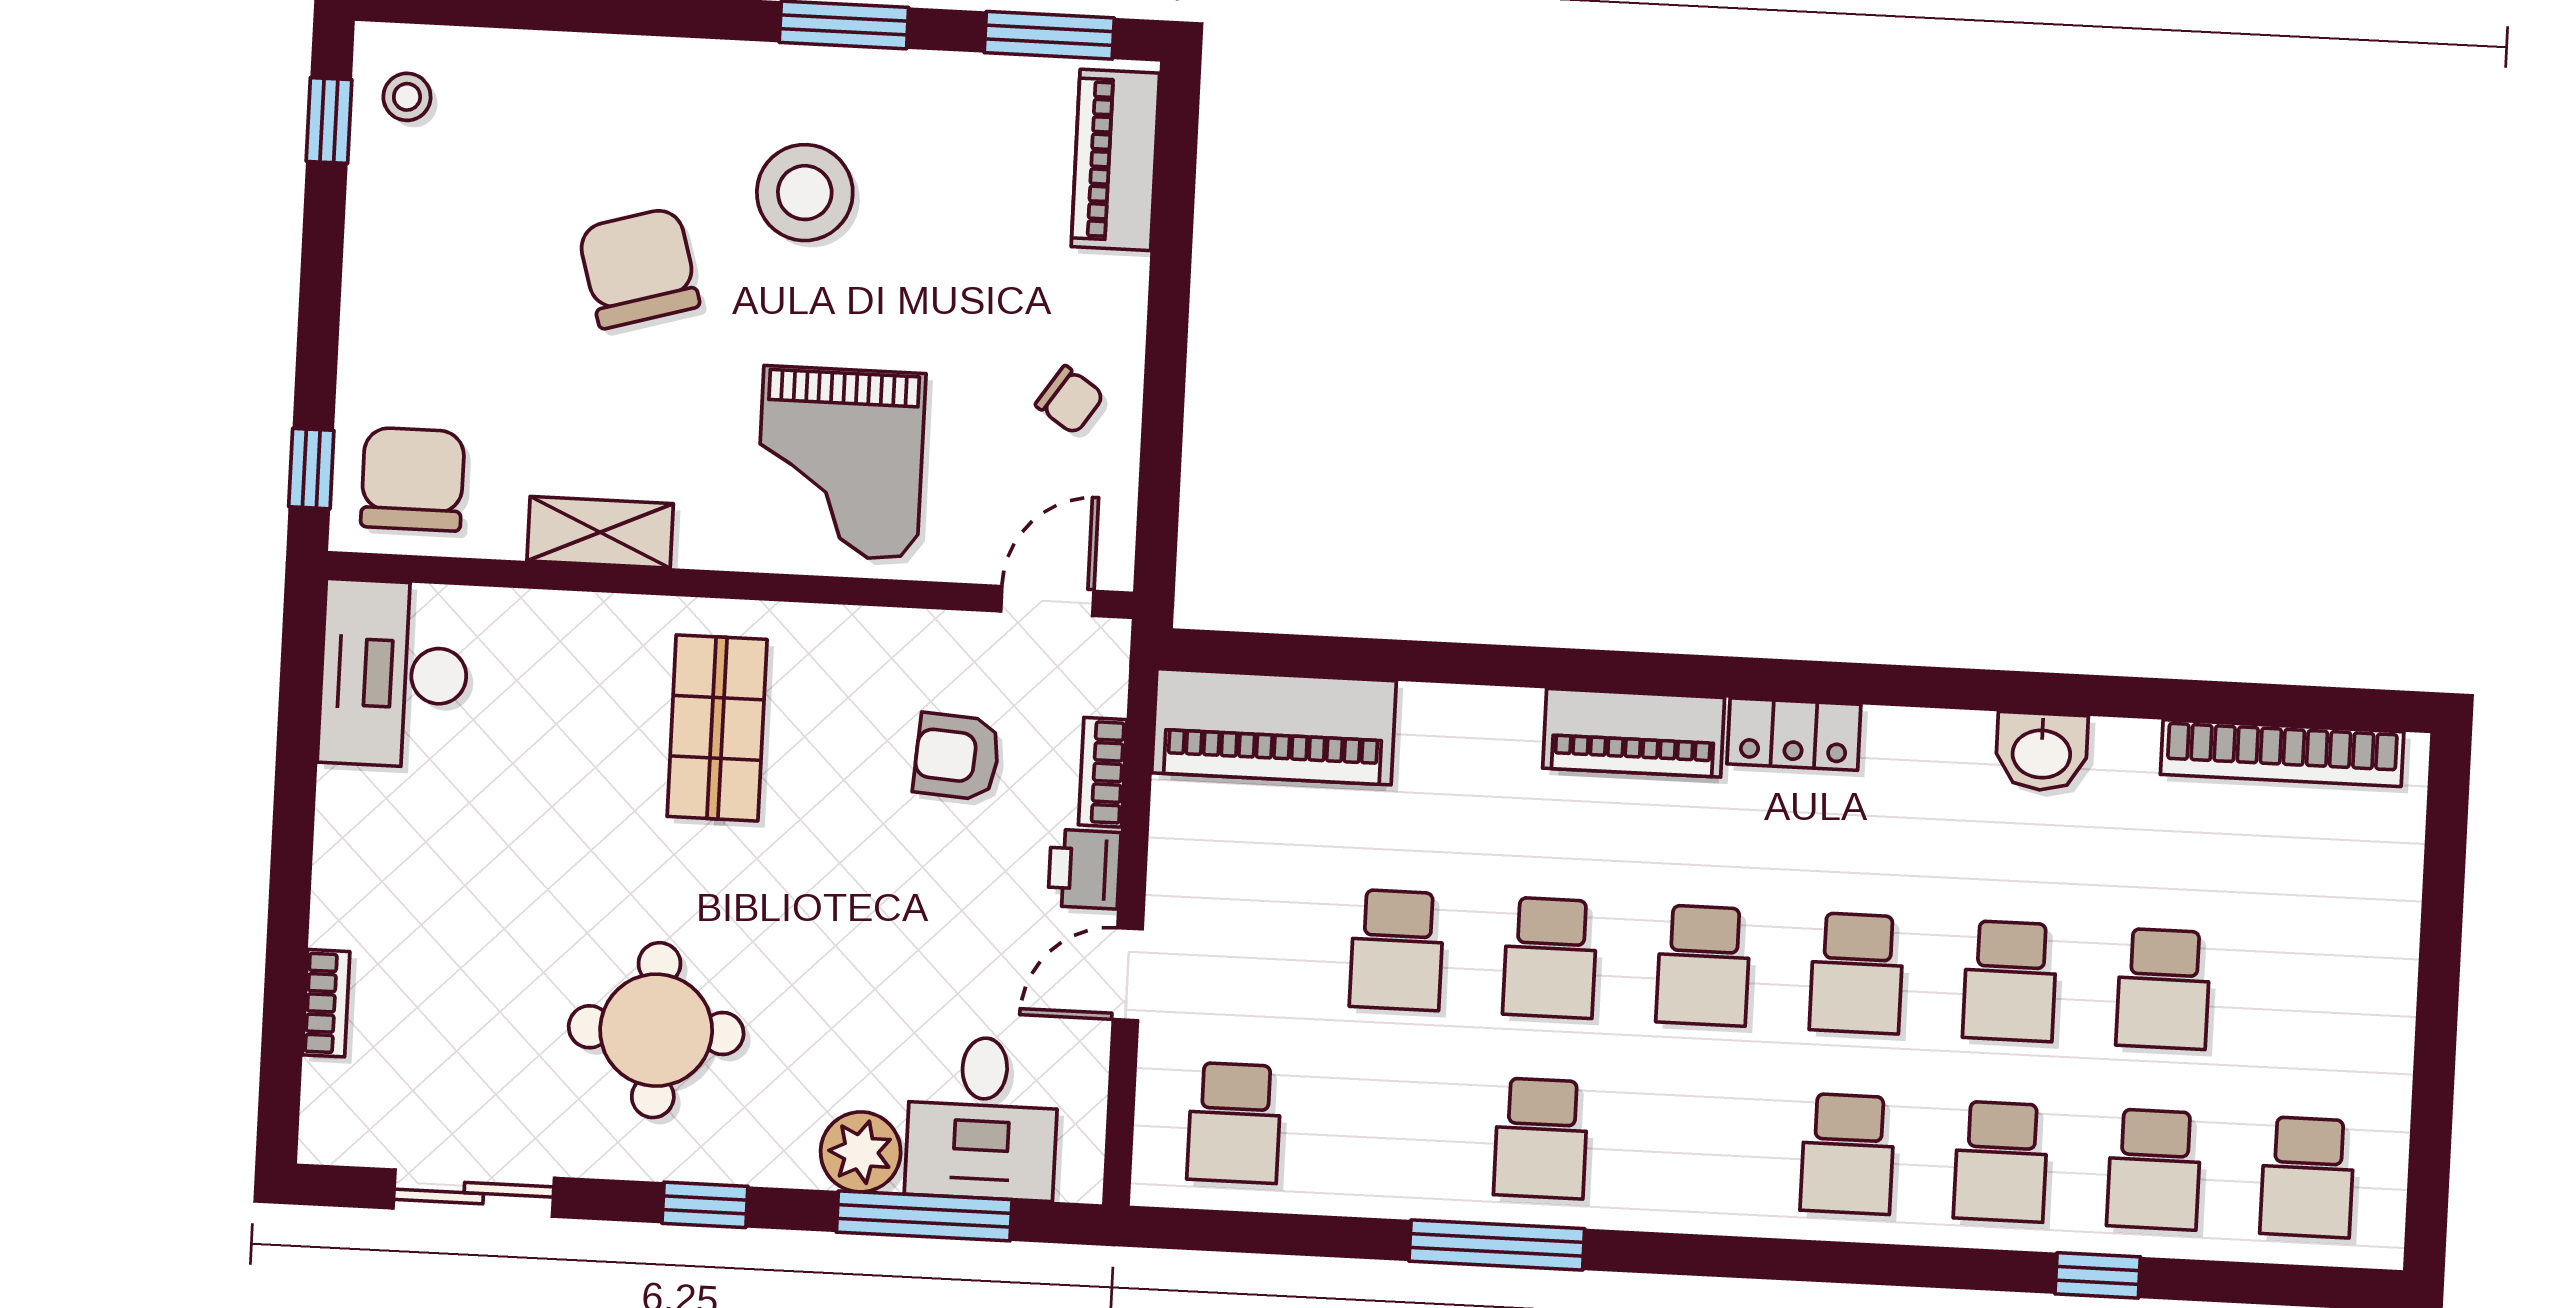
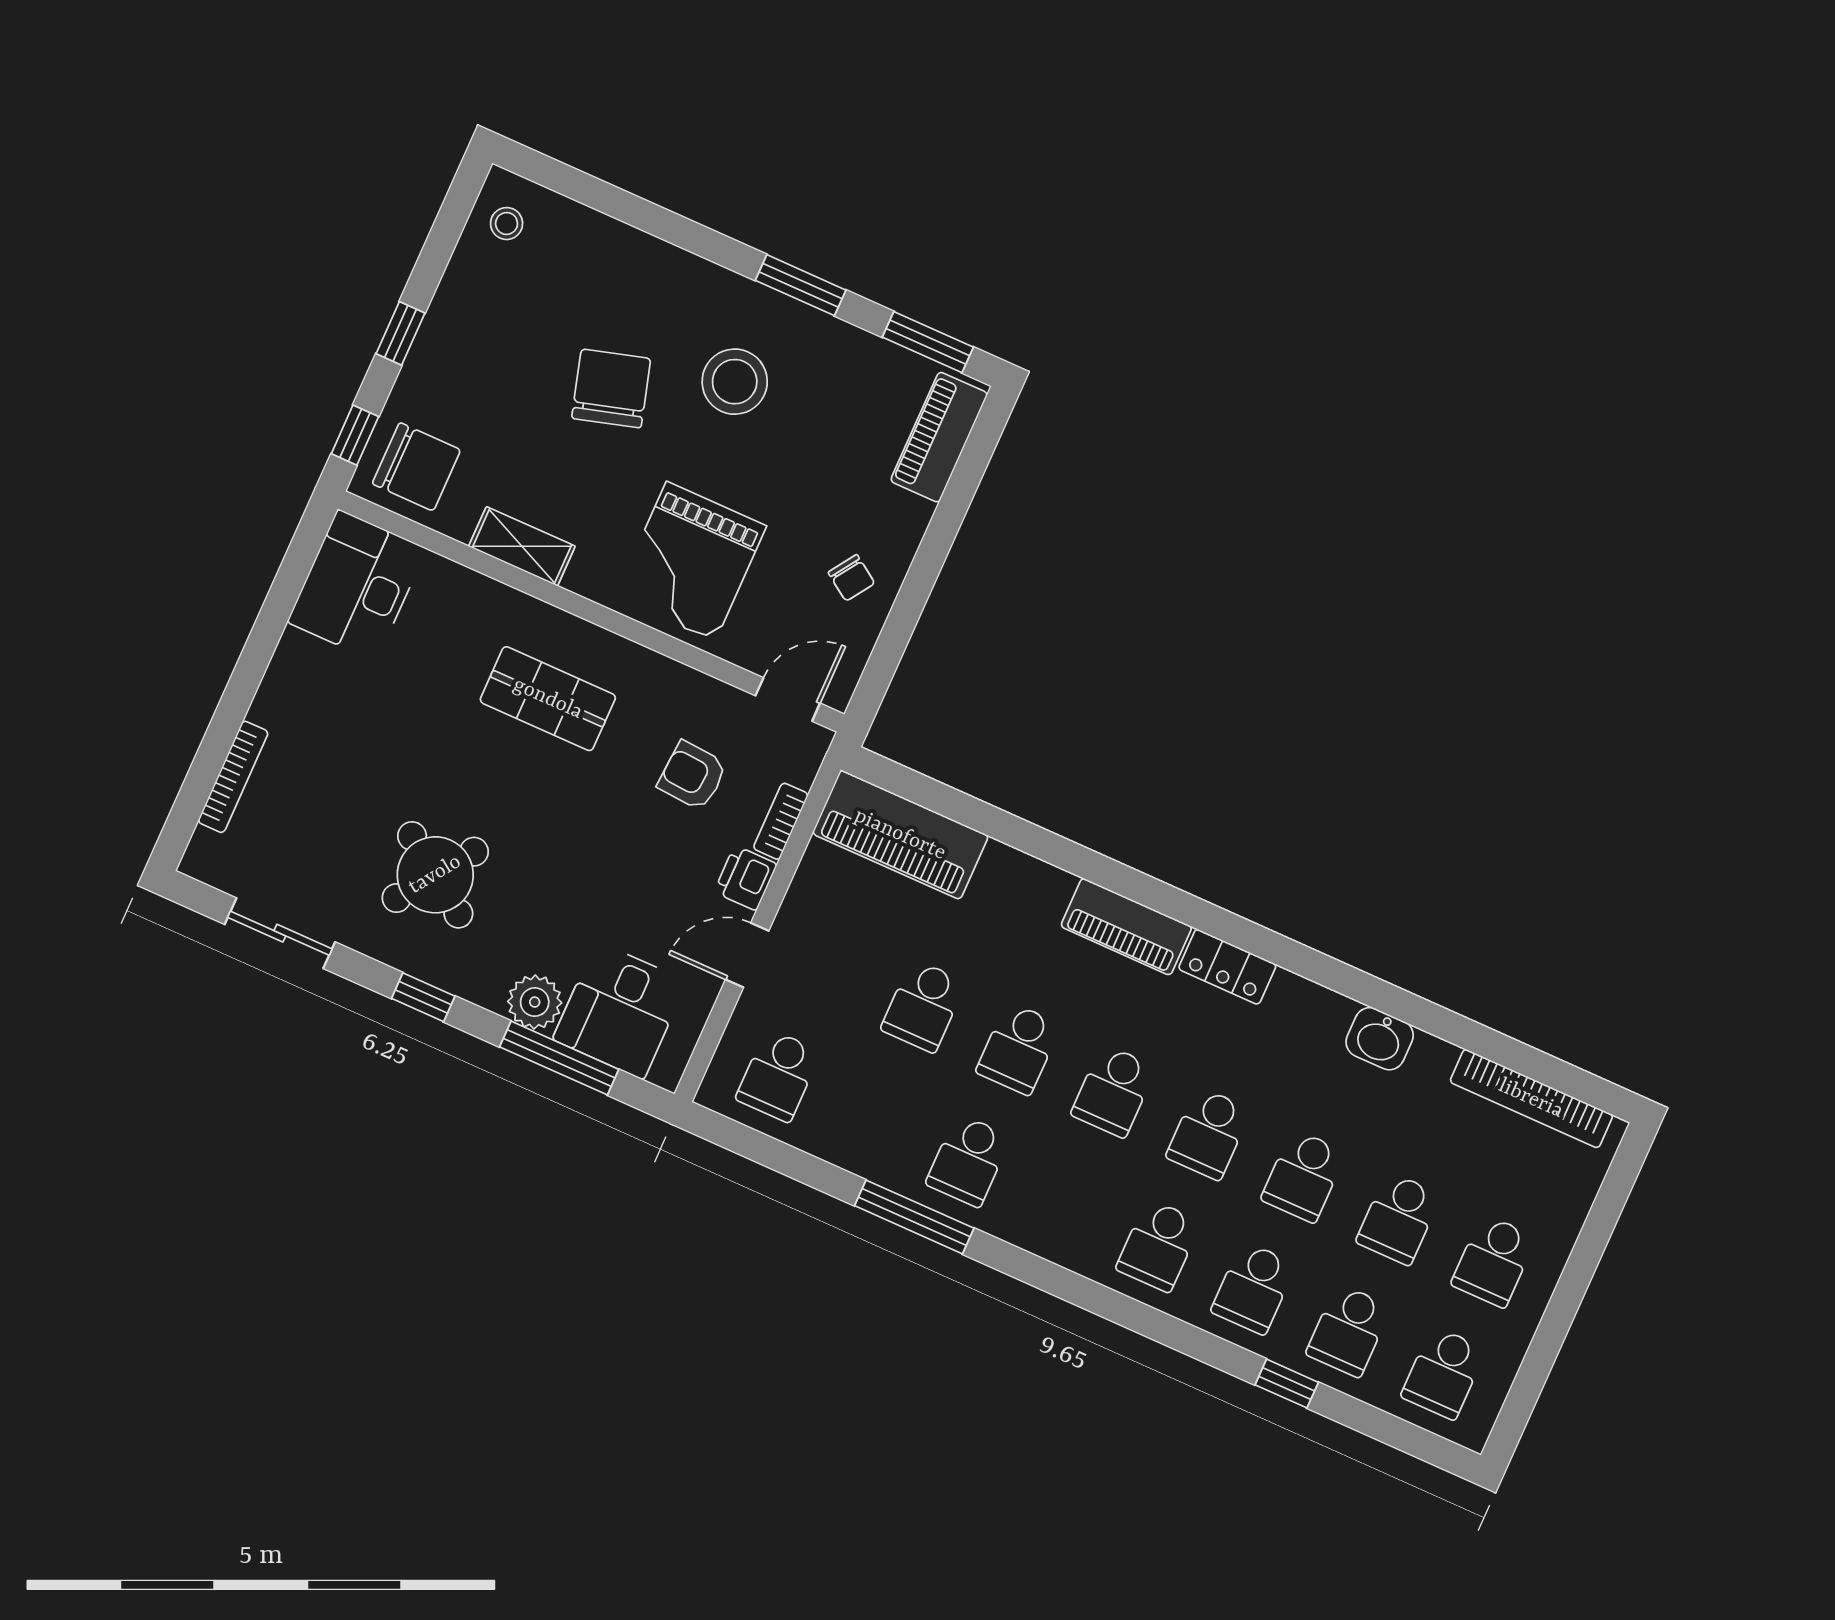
window: (329, 120) -> (400, 333), moved
chair: (413, 479) -> (416, 467), turned 90
shop shelf: (717, 728) -> (548, 699), turned 90
school desk: (2317, 997) -> (1494, 1261), added
bookcase: (326, 1003) -> (233, 777), width x1.56
round table: (656, 1030) -> (435, 875), turned 35

